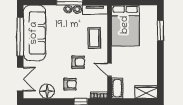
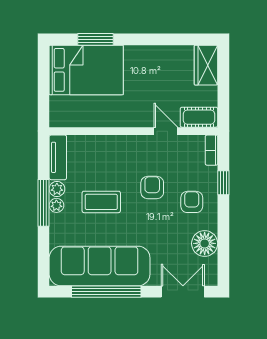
bed: (125, 25) -> (86, 70), moved
coffee table: (94, 38) -> (101, 202), moved
door: (109, 70) -> (166, 131), swing flipped

